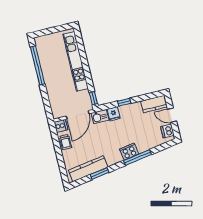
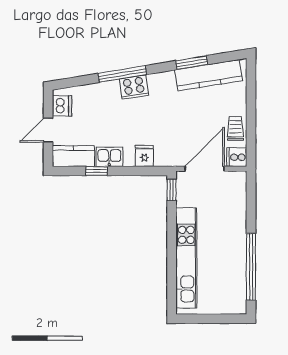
window: (124, 102) -> (97, 171), moved
door: (172, 115) -> (48, 130), swing flipped
kitchen sink: (100, 117) -> (109, 157), moved

